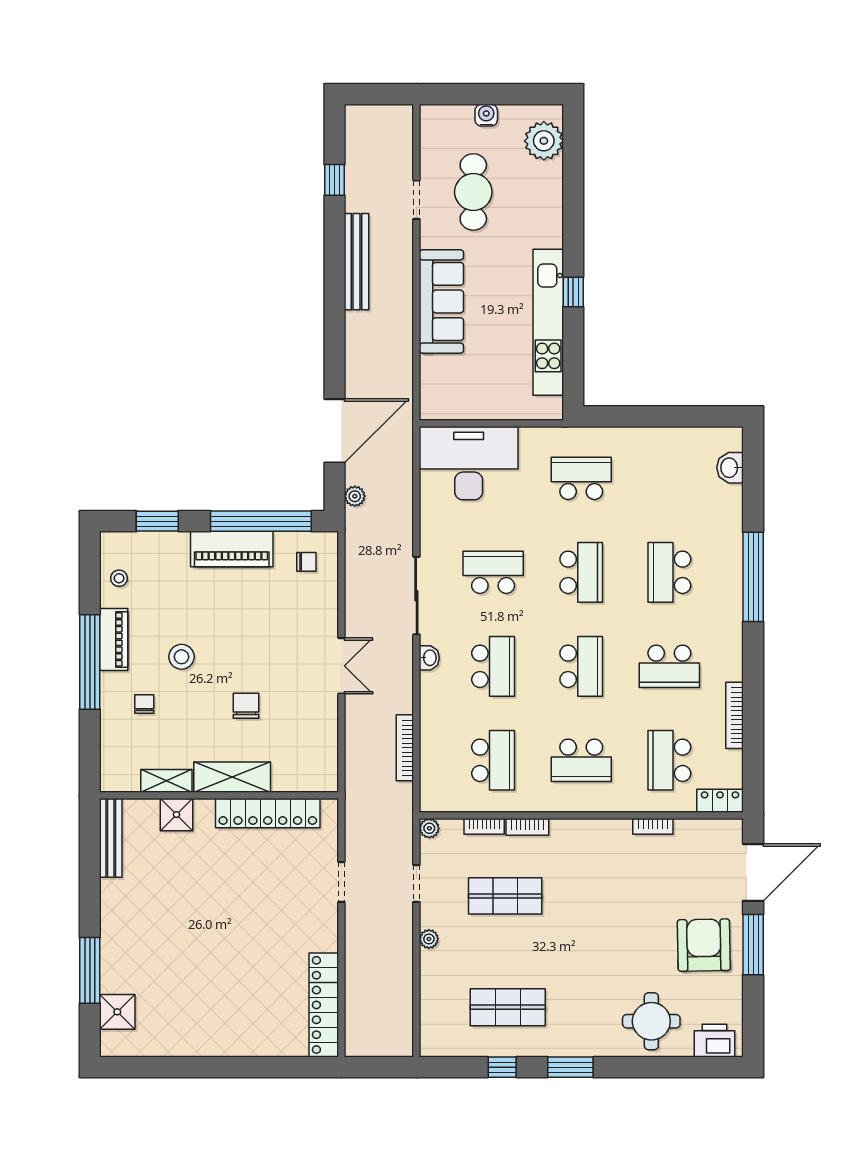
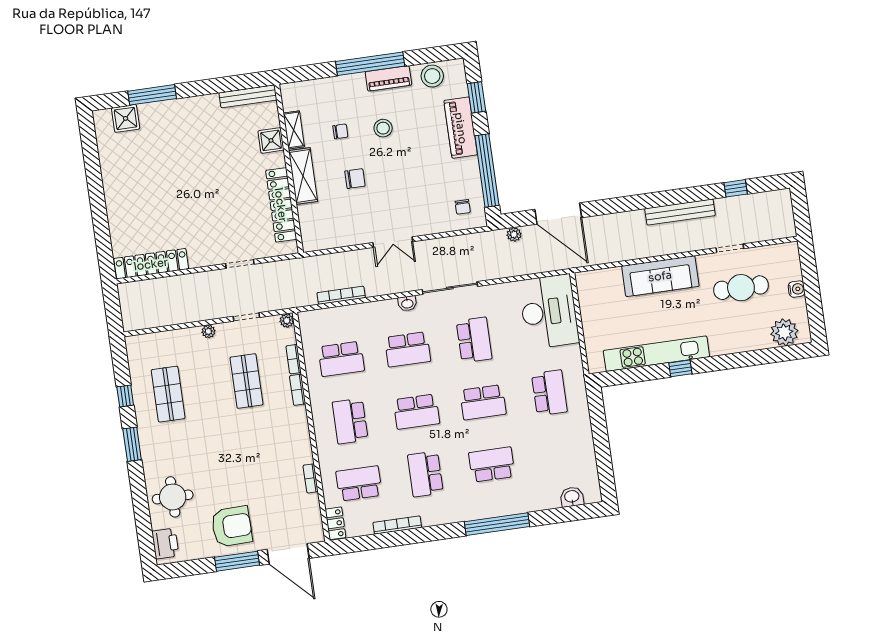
piano: (232, 549) -> (461, 128), moved
stool: (119, 578) -> (432, 76), width x1.89, depth x1.89
chair: (144, 704) -> (340, 131), moved

